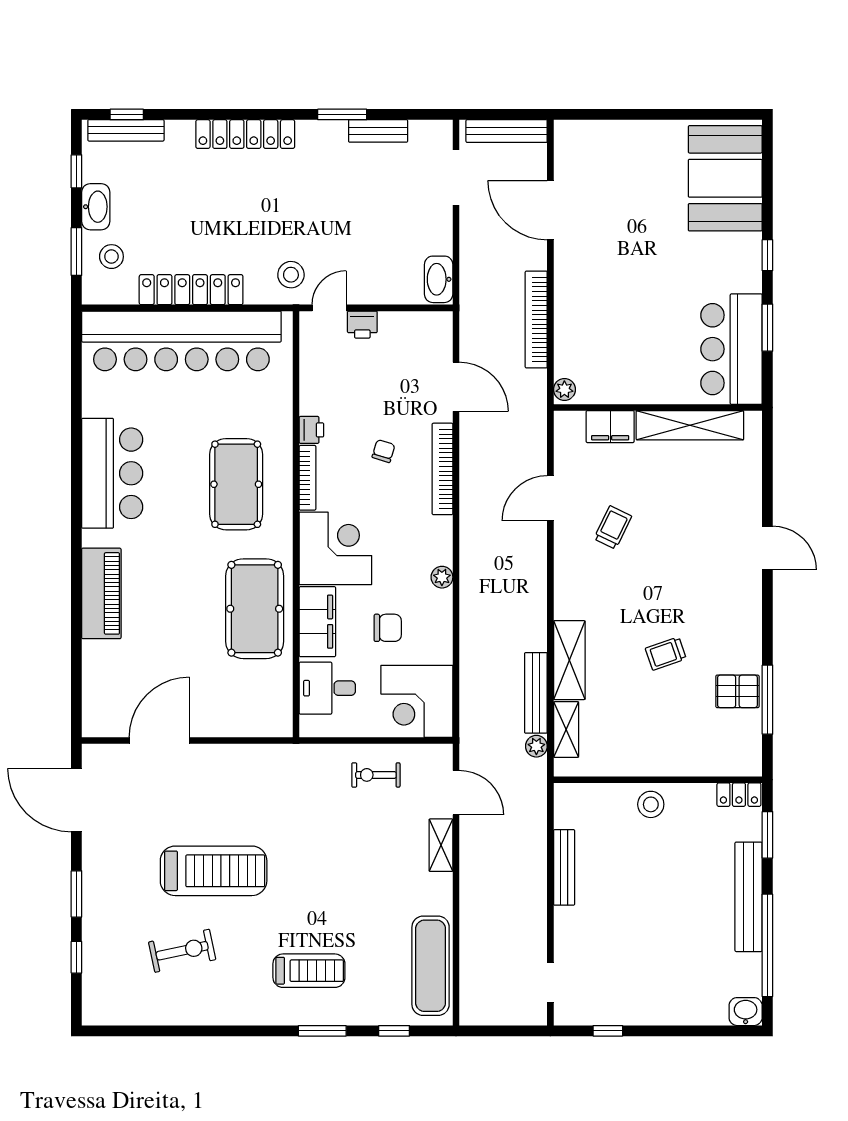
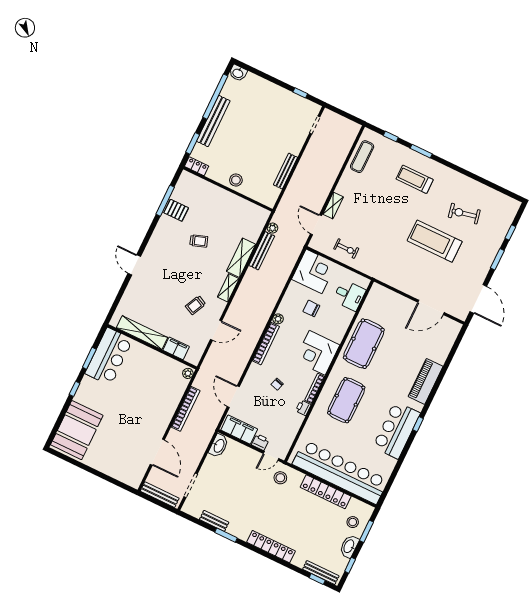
bookcase: (442, 469) -> (266, 344), moved
window: (76, 504) -> (418, 424), added
filing cabinet: (317, 622) -> (239, 430), moved, turned 90
shelving: (566, 730) -> (228, 288), moved
exercise mat: (431, 966) -> (362, 157), width x0.73, depth x0.69

